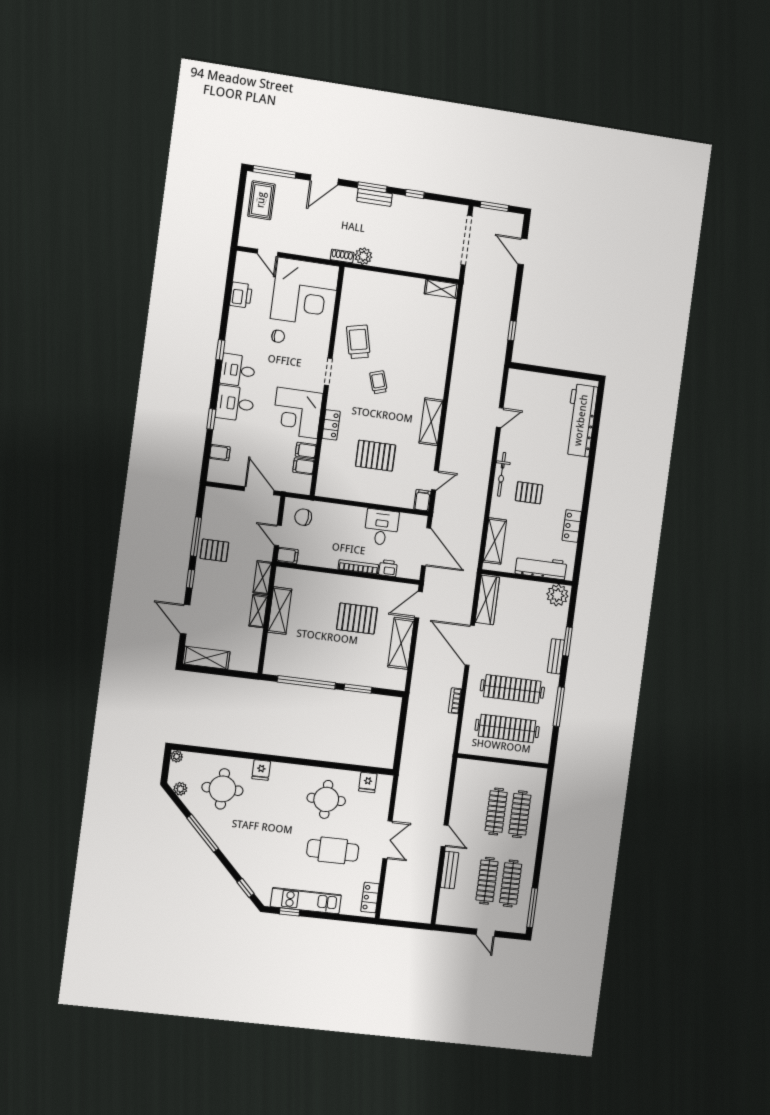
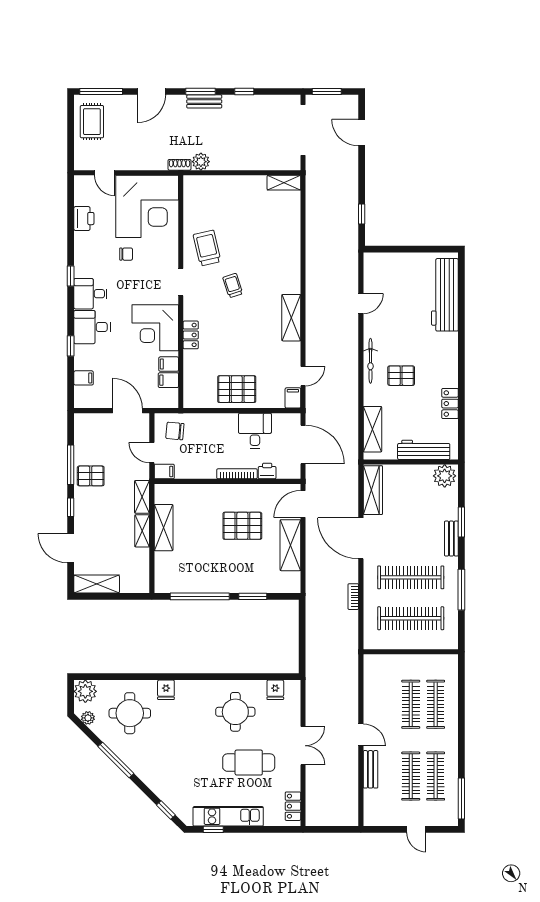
pallet: (376, 456) -> (237, 389), moved
plant: (177, 756) -> (85, 691), width x1.87, depth x1.87

